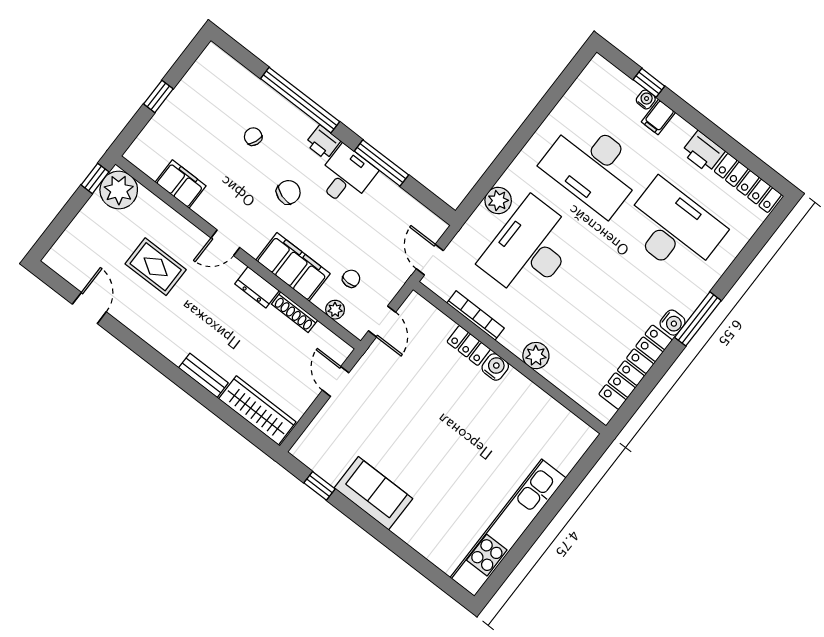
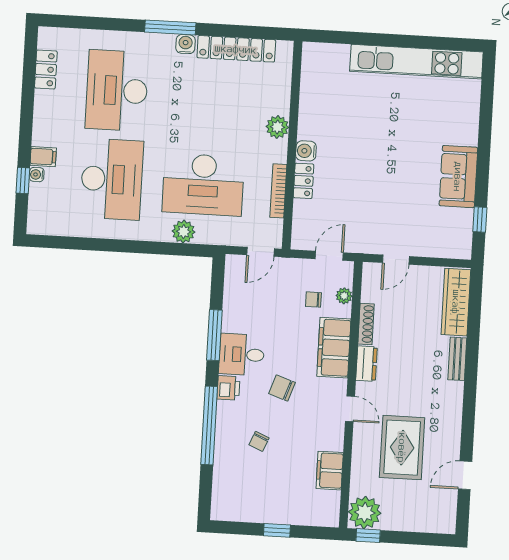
printer: (703, 152) -> (46, 107), removed
locker: (748, 183) -> (46, 69), width x0.66
rug: (156, 267) -> (402, 448), width x1.36, depth x1.43

